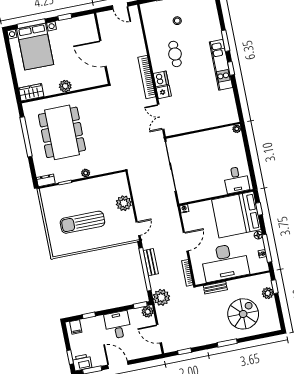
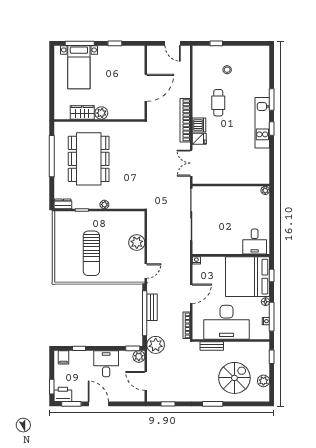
bed with nightstands: (35, 47) -> (79, 67), width x0.73
door: (103, 54) -> (146, 88), swing flipped
wardrobe: (31, 92) -> (82, 112), moved
sun lounger: (82, 222) -> (91, 253), turned -90
plant: (268, 293) -> (263, 381), moved

